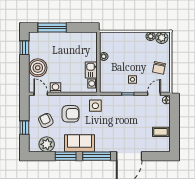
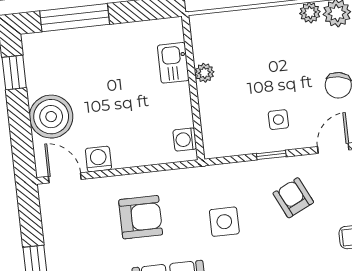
kitchen sink: (91, 70) -> (173, 63), moved
side table: (95, 106) -> (224, 222), moved
armchair: (46, 121) -> (293, 198), moved

